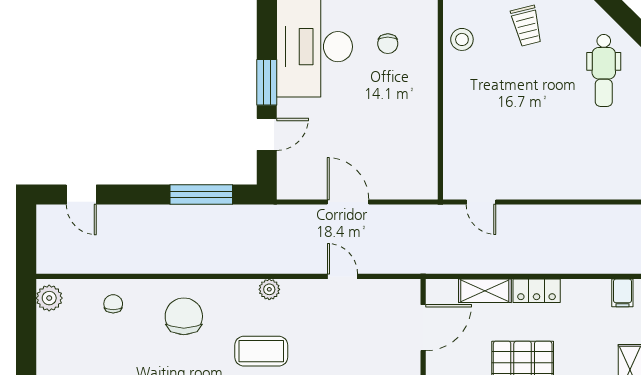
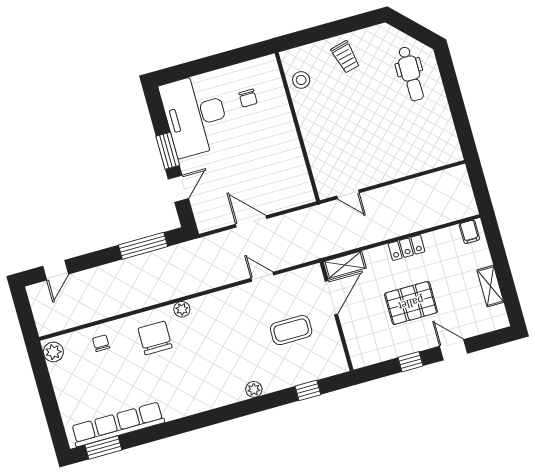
door: (81, 195) -> (56, 270), hinge flipped
plant: (269, 289) -> (182, 309), moved
shelving: (485, 291) -> (345, 265), moved
coffee table: (261, 351) -> (291, 330), moved

